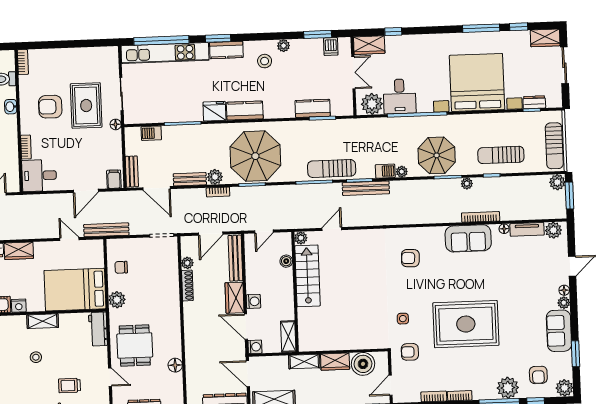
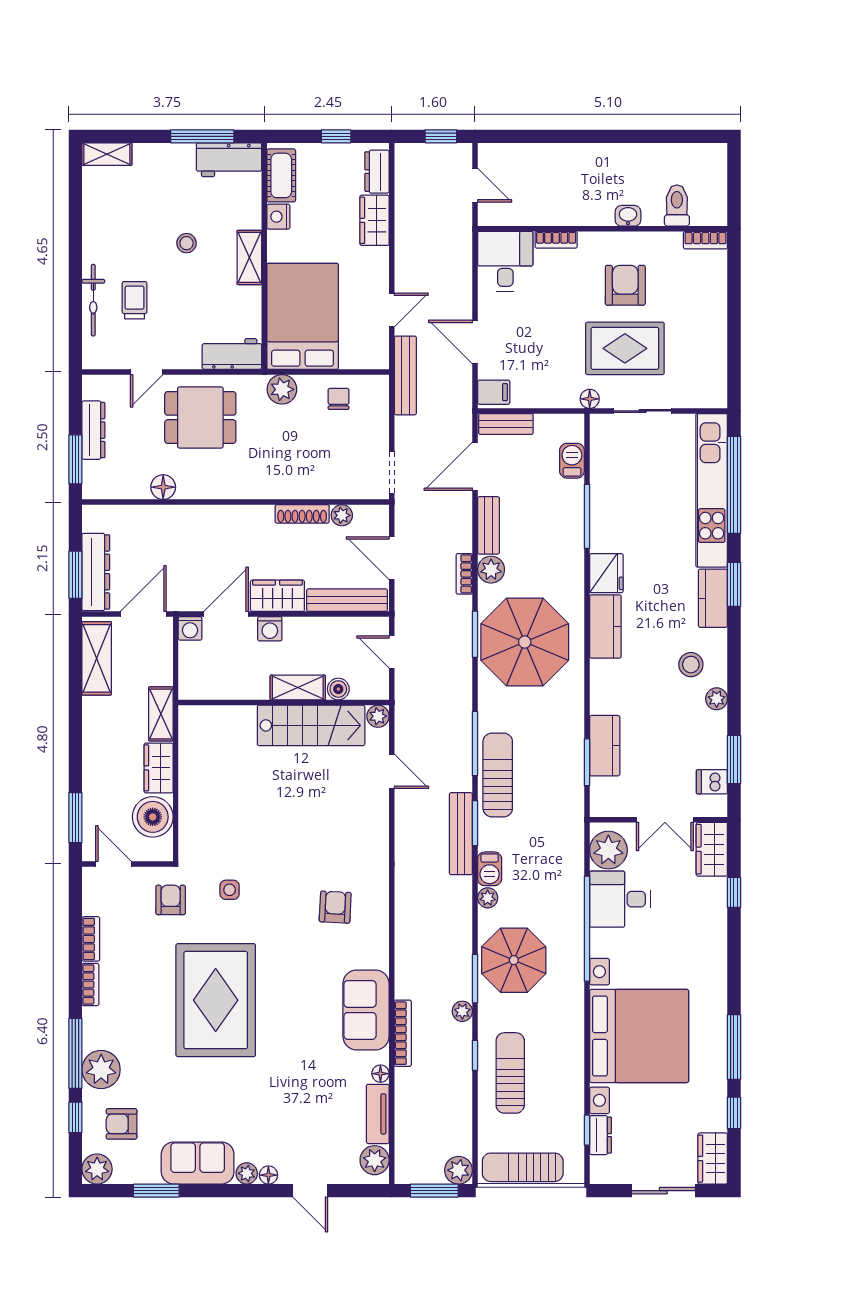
shelving: (288, 337) -> (298, 688), moved

